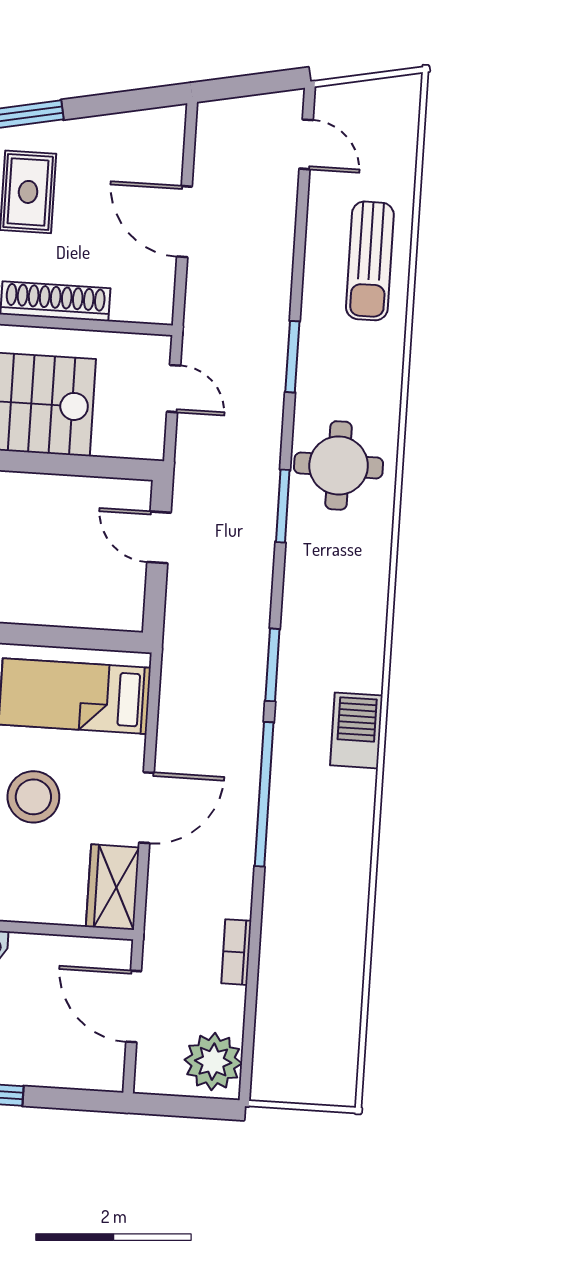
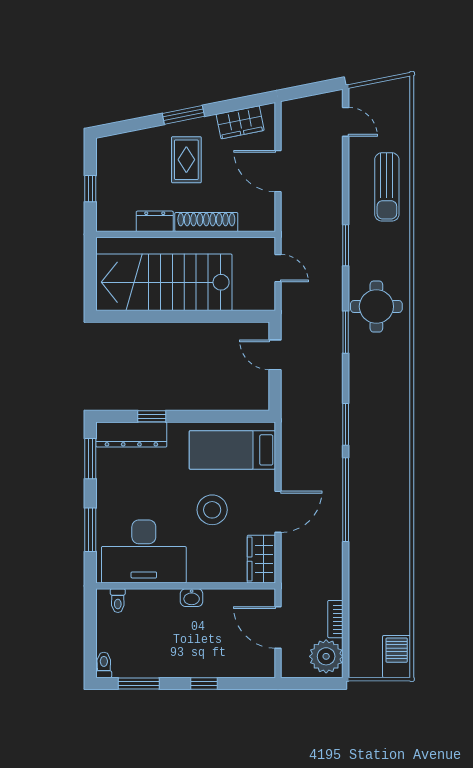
wardrobe: (125, 133) -> (240, 122), added
barbecue: (356, 730) -> (397, 657), moved
bookcase: (236, 952) -> (335, 619), moved

